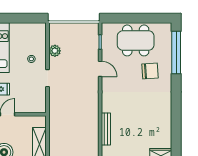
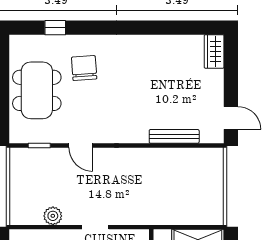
window: (176, 52) -> (55, 28), width x0.32
door: (100, 69) -> (81, 145), swing flipped

